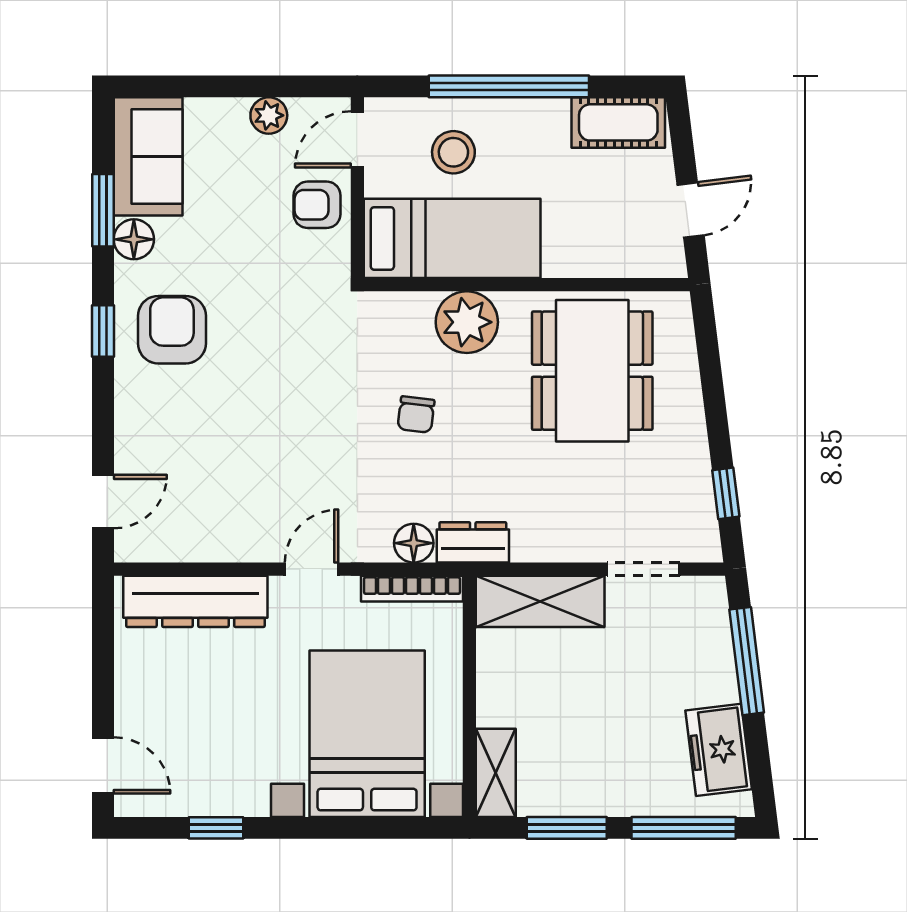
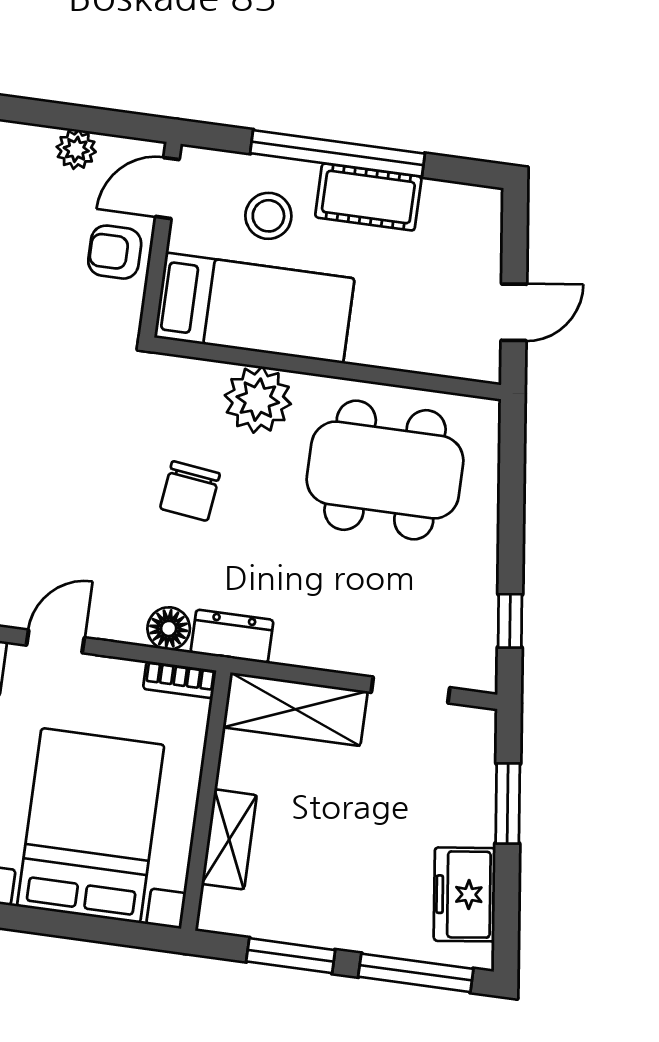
cot: (618, 122) -> (368, 197), moved
dining table: (592, 371) -> (385, 470), turned 90
chair: (416, 415) -> (190, 491), width x1.37, depth x1.37
bookcase: (412, 589) -> (180, 680), width x0.64
window: (747, 661) -> (508, 804), width x0.69
shelving: (496, 773) -> (229, 839), moved

